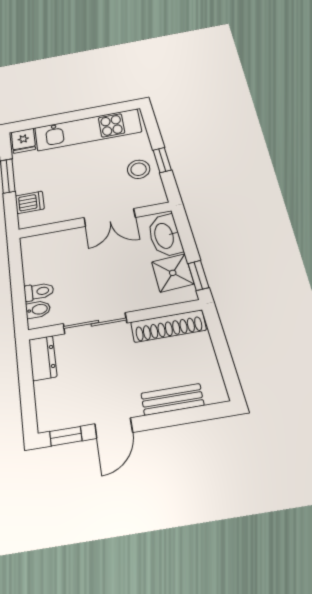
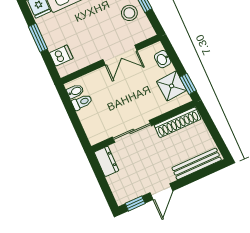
washbasin: (165, 236) -> (163, 59), width x0.52, depth x0.69
toilet: (39, 292) -> (82, 102), moved
bidet: (38, 310) -> (75, 91), moved
bench: (172, 399) -> (197, 164), width x1.36

